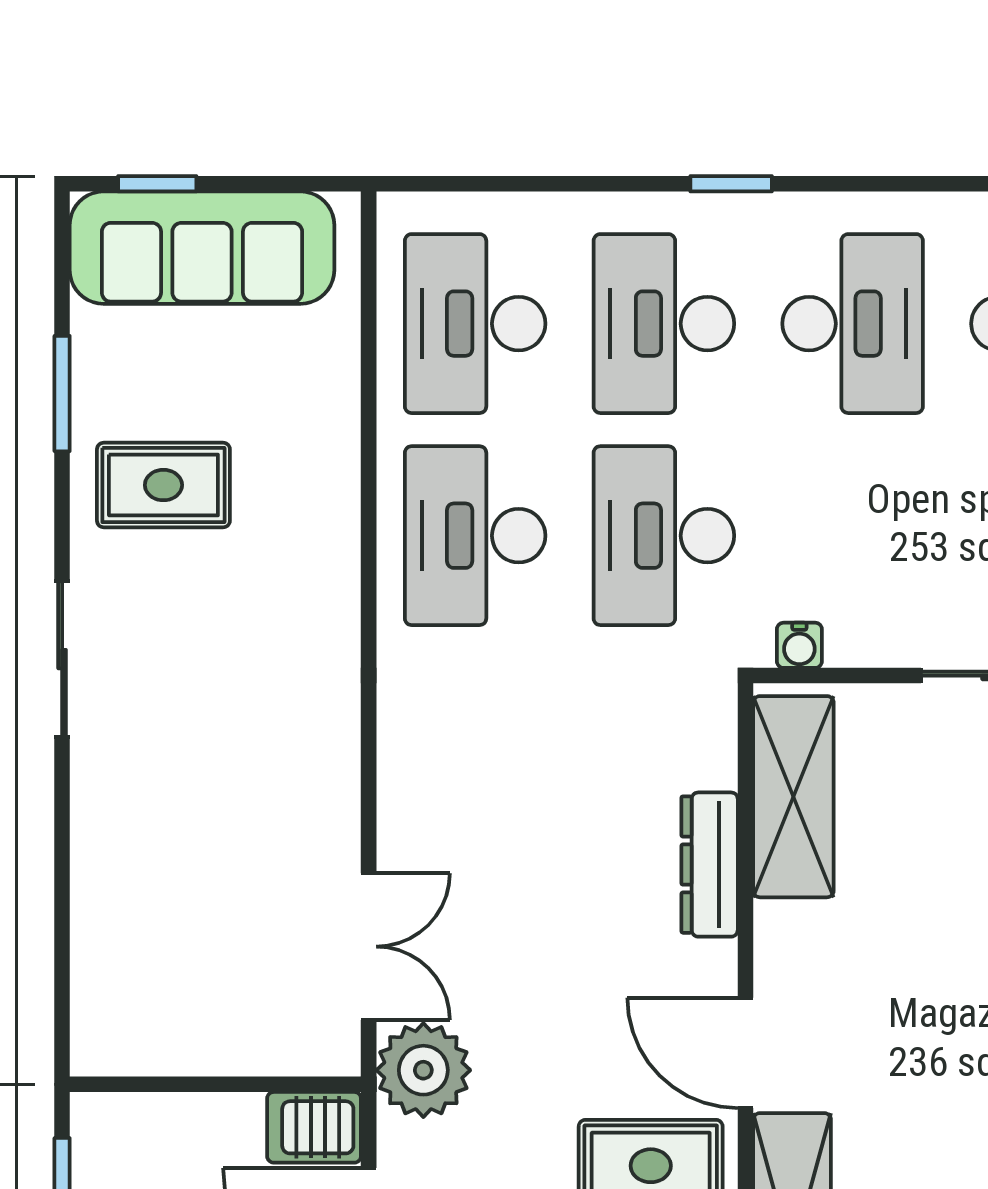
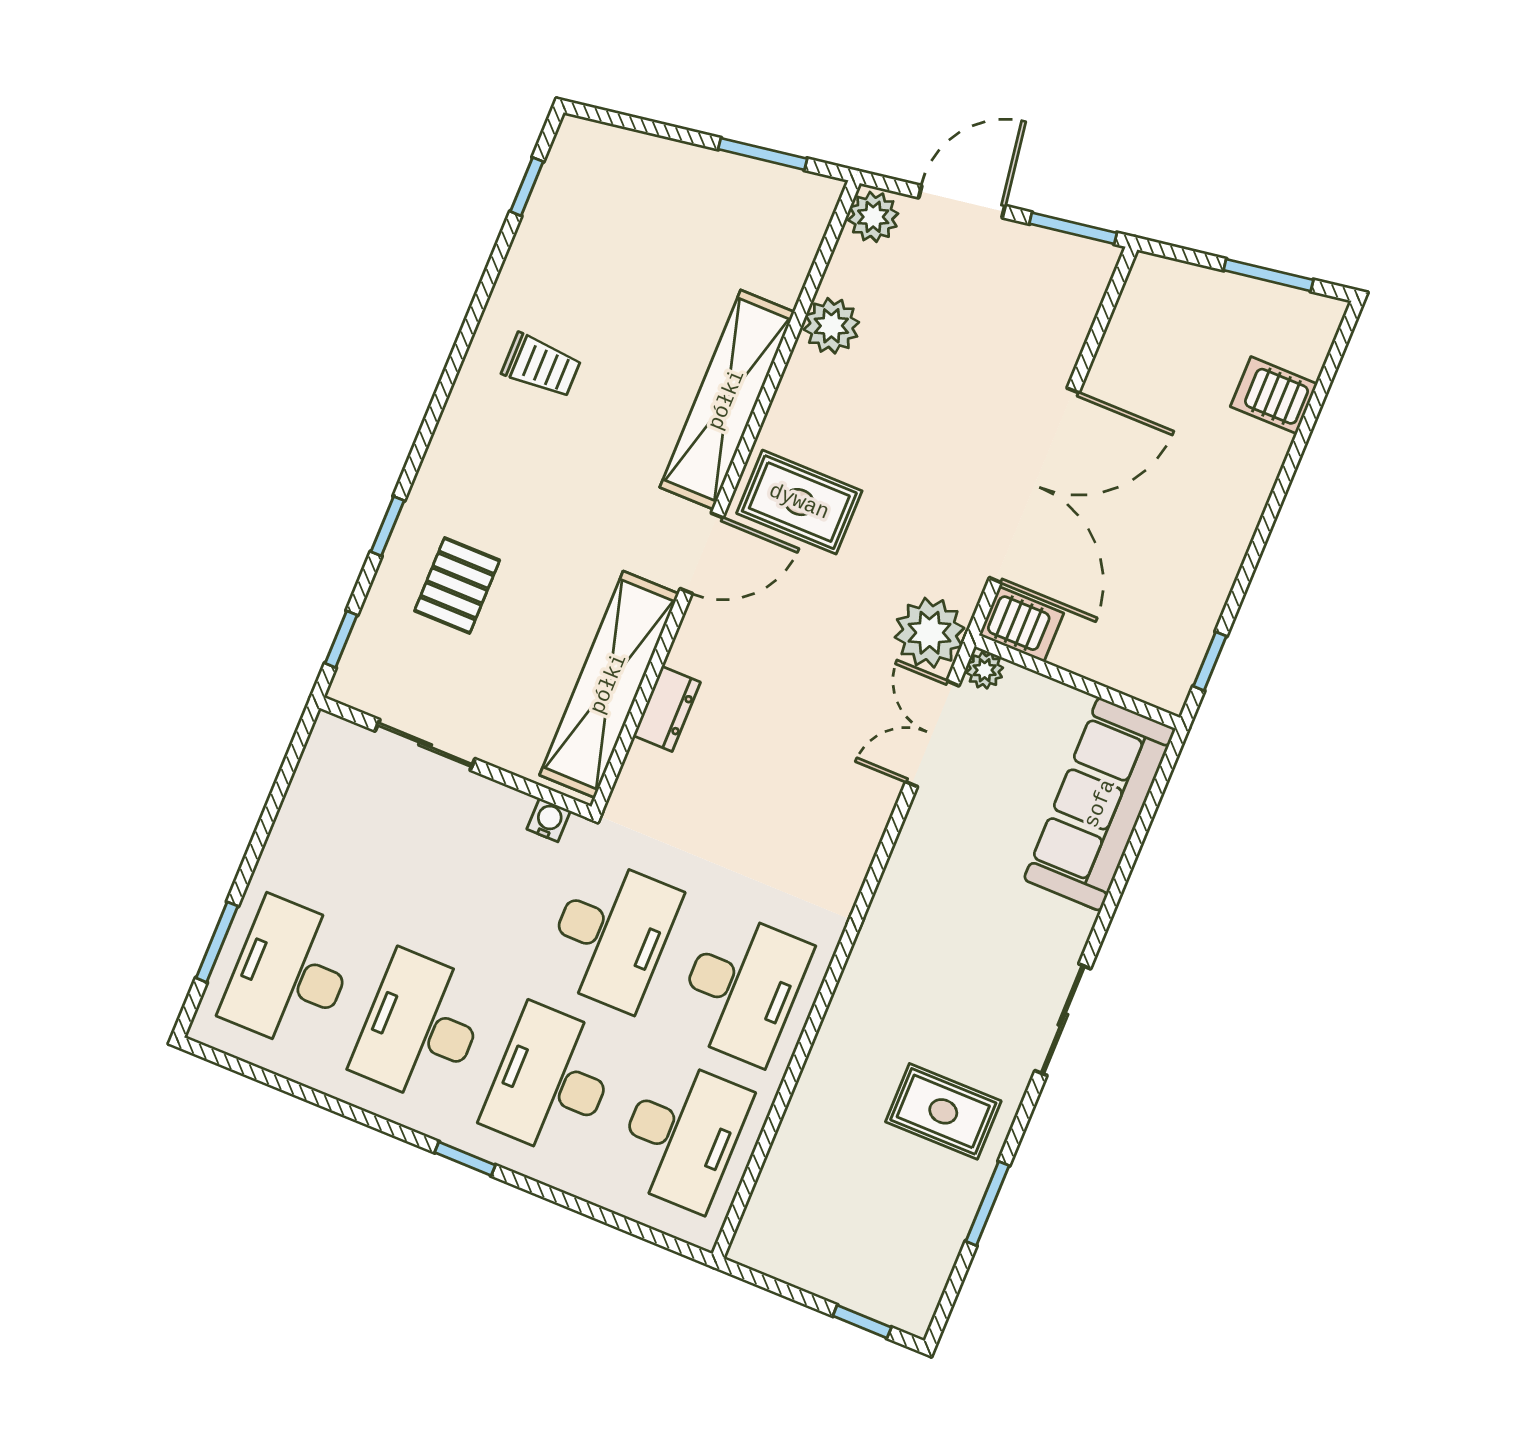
sofa: (202, 248) -> (1100, 804), moved, turned -90
desk: (664, 324) -> (551, 1081), turned 180
shelving: (793, 797) -> (609, 684), width x1.47
dresser: (710, 865) -> (667, 709), width x0.70
plant: (336, 1052) -> (985, 670), added
door: (745, 1053) -> (702, 553), hinge flipped

